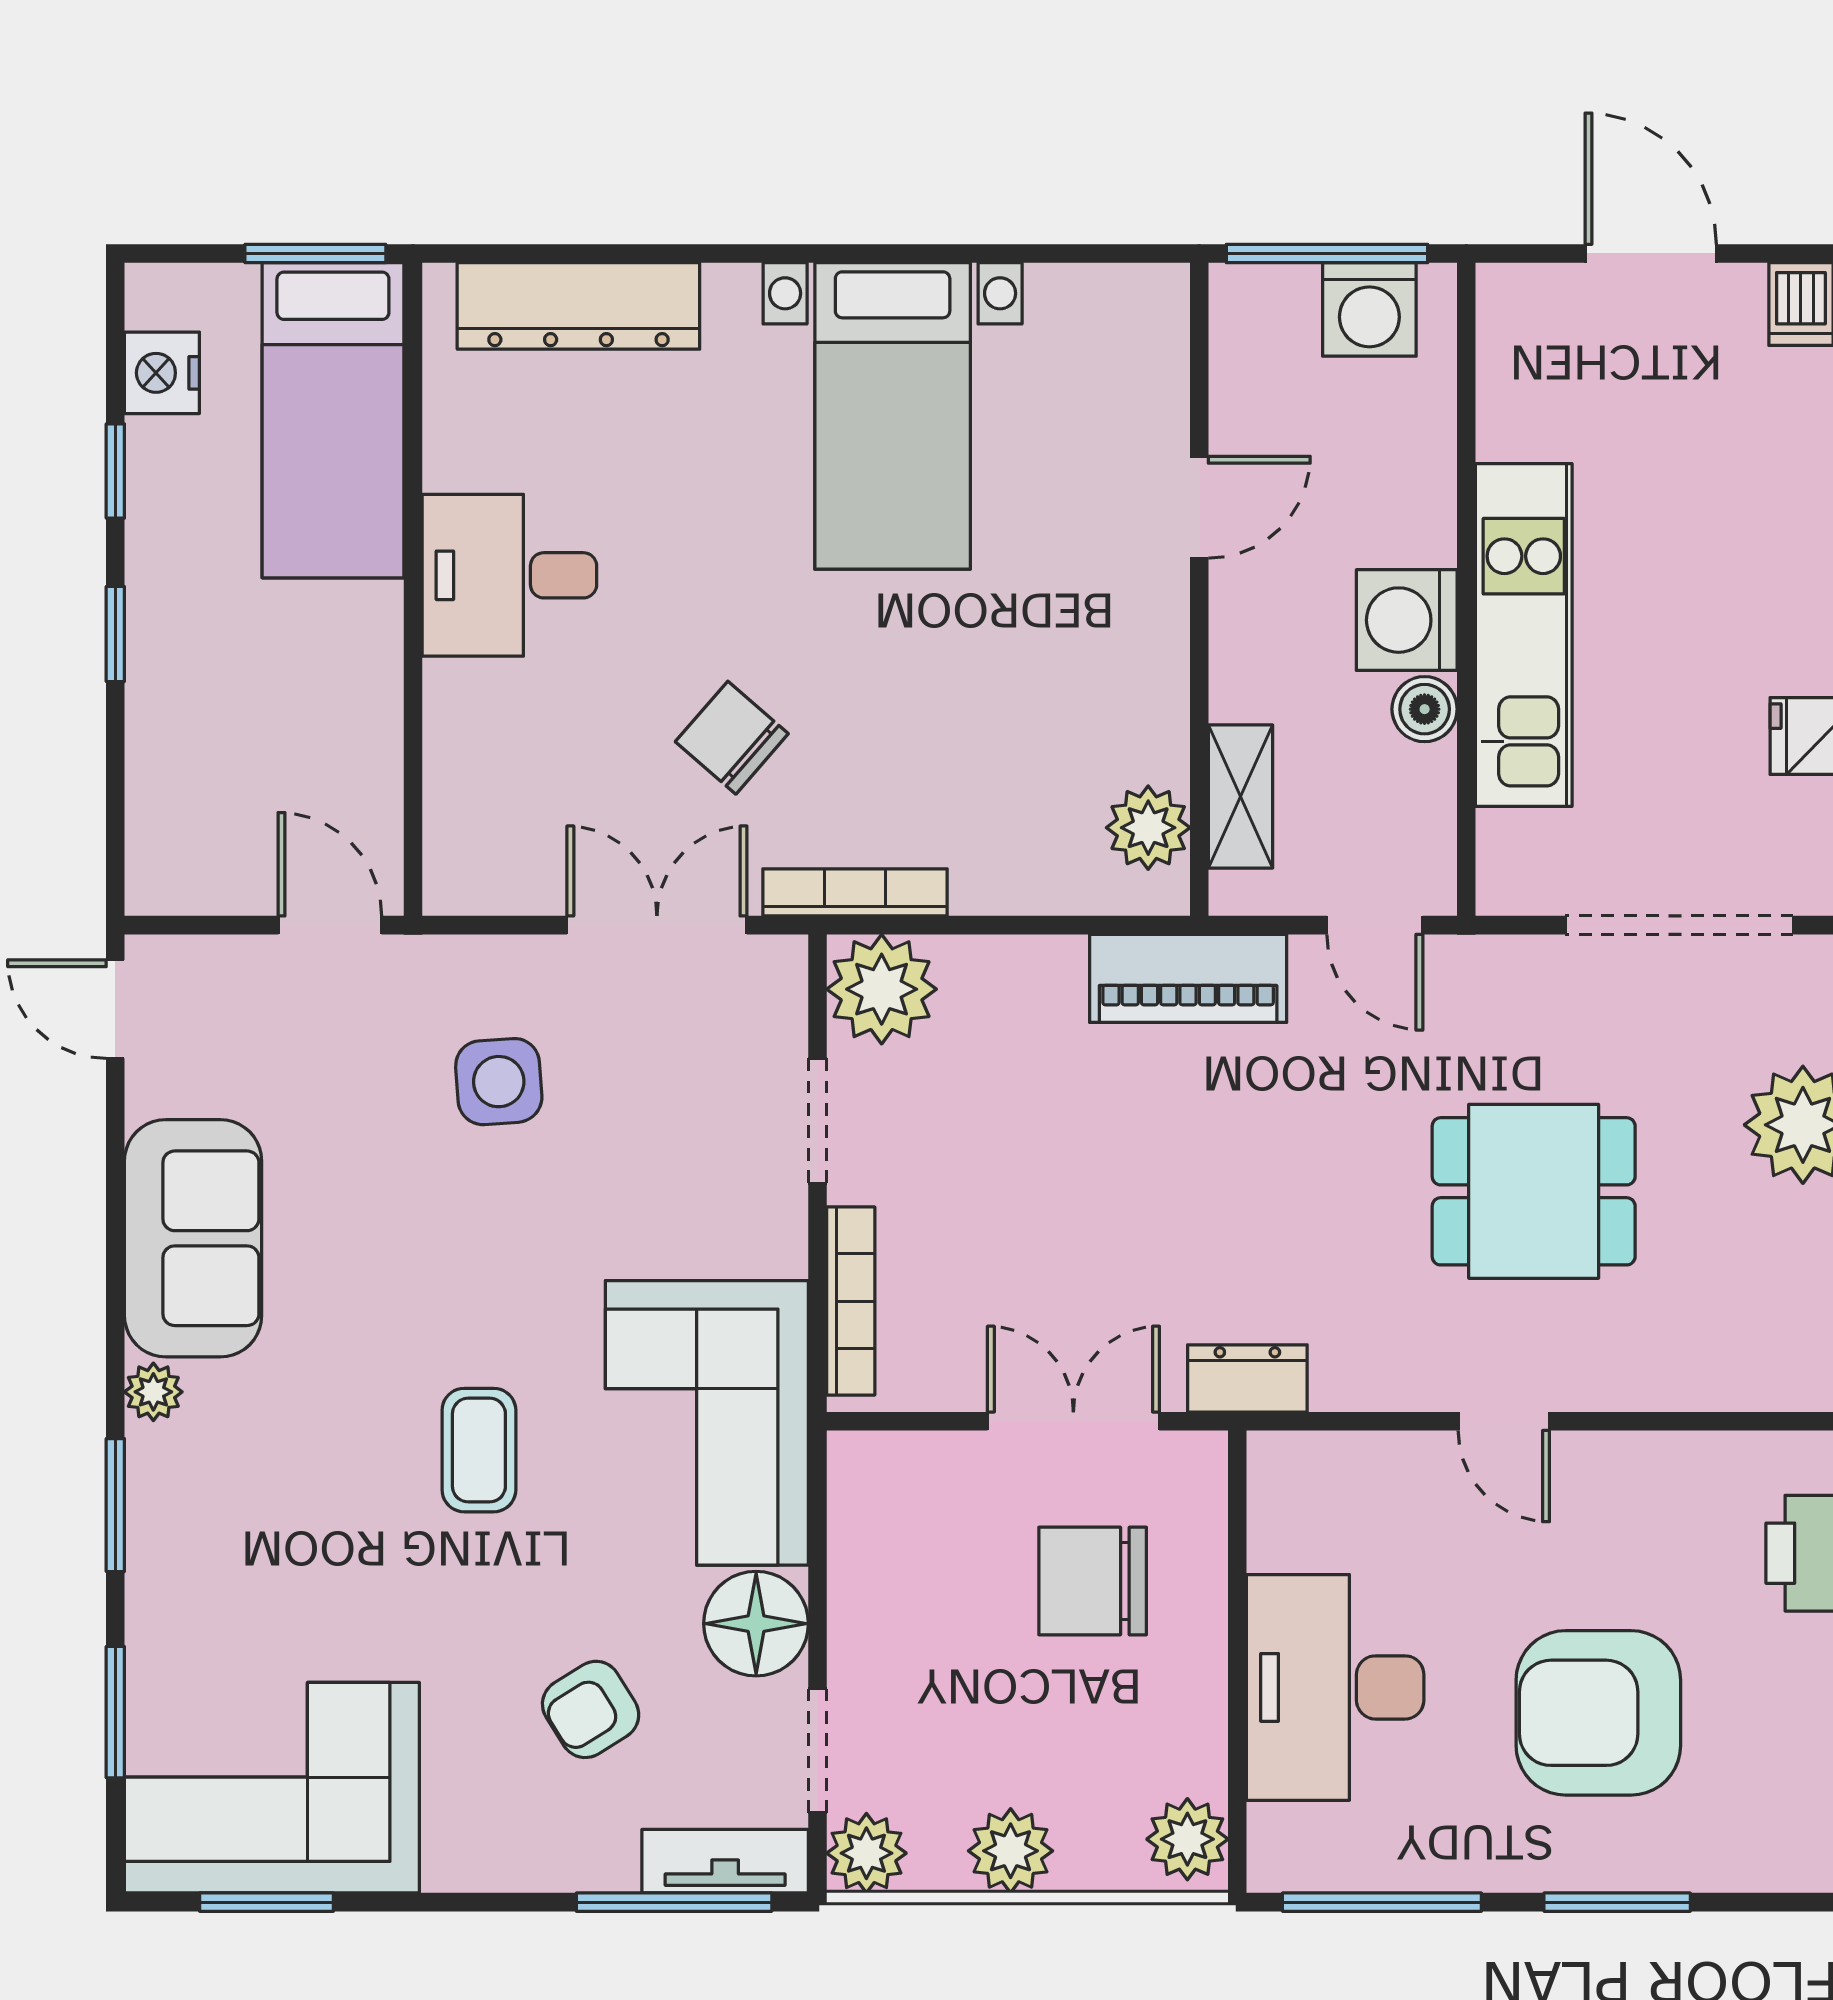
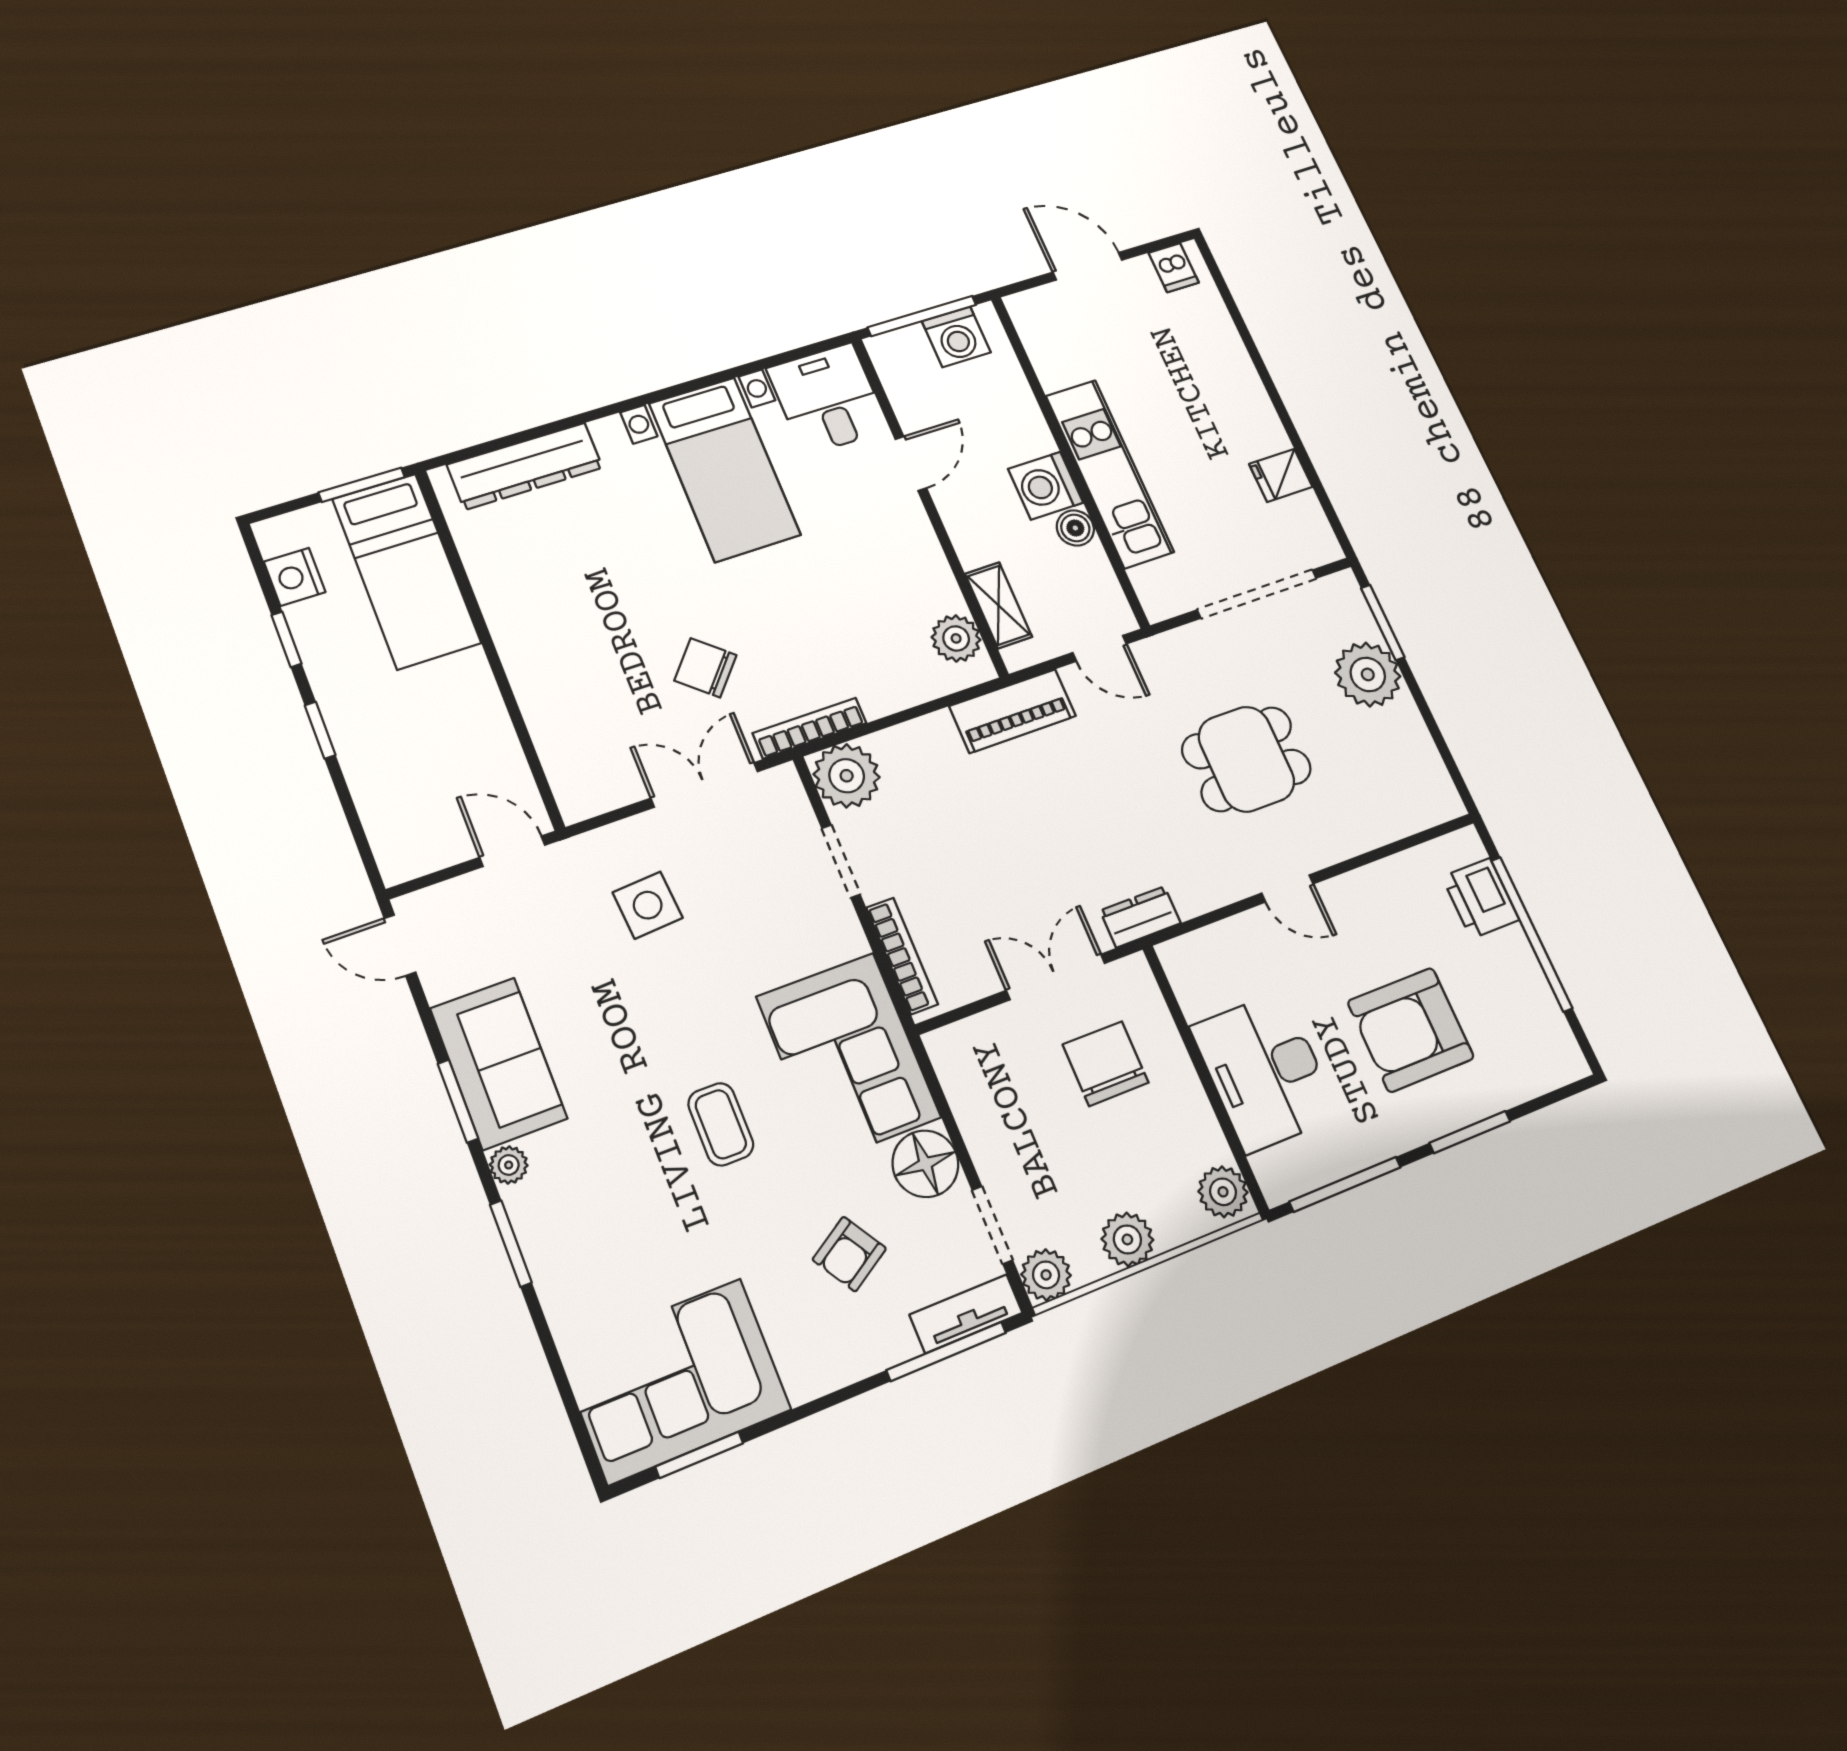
desk: (509, 575) -> (828, 399), moved, turned 90
chair: (1093, 1581) -> (1106, 1064), turned 90
window: (115, 1712) -> (458, 1101), moved

